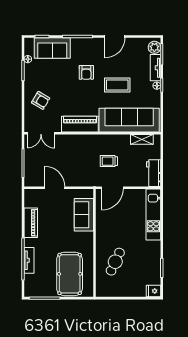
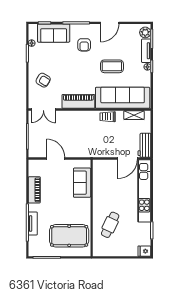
armchair: (86, 72) -> (84, 45), moved
trolley: (109, 161) -> (108, 117), moved
door: (112, 188) -> (128, 158), moved
kitchen unit: (153, 215) -> (144, 191), width x1.36
pool table: (70, 274) -> (69, 236), turned 90

